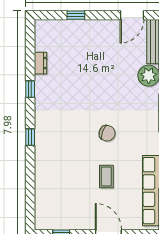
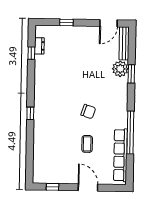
dresser: (41, 63) -> (39, 46), moved
window: (30, 89) -> (31, 53), moved

